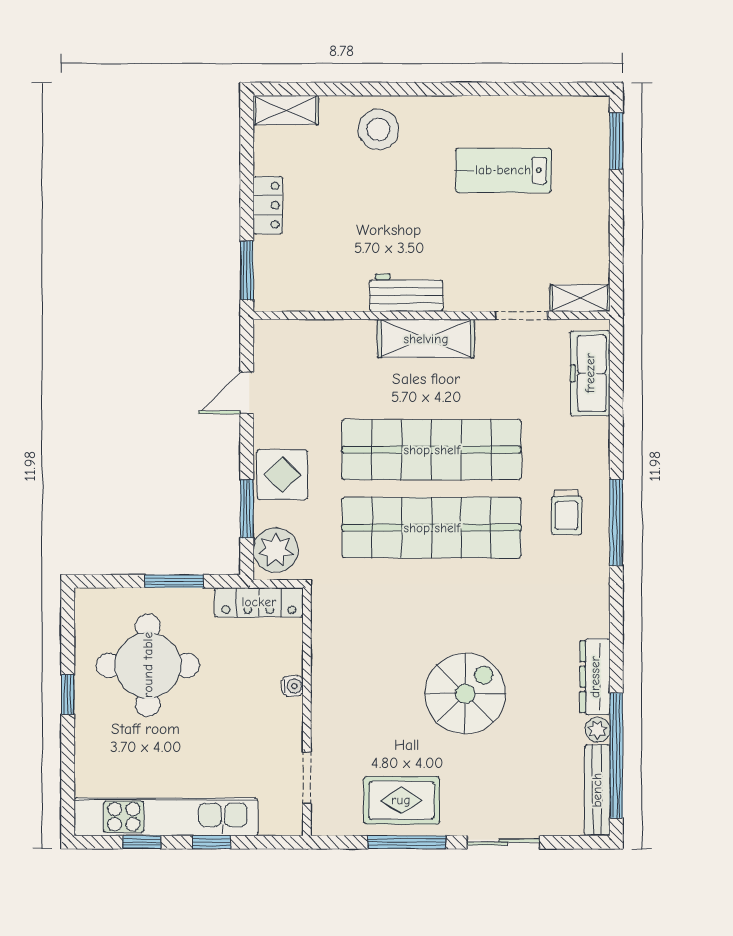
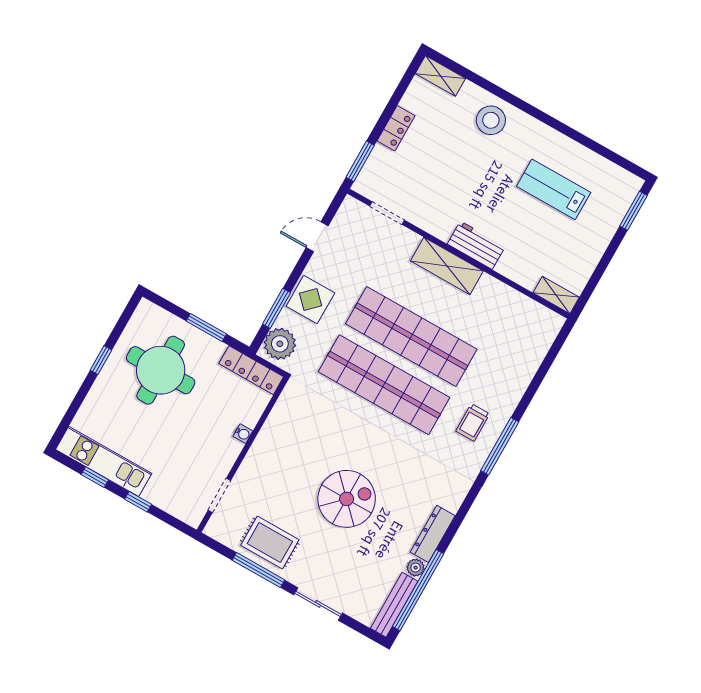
workbench: (406, 293) -> (476, 245), moved
doorway: (521, 315) -> (387, 213), moved
freezer: (590, 373) -> (536, 345), removed
kitchen unit: (166, 817) -> (104, 461), width x0.73

